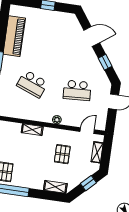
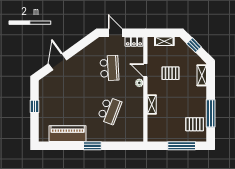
window: (105, 62) -> (80, 46), removed
locker: (101, 120) -> (134, 42), added
door: (87, 131) -> (145, 70), moved

